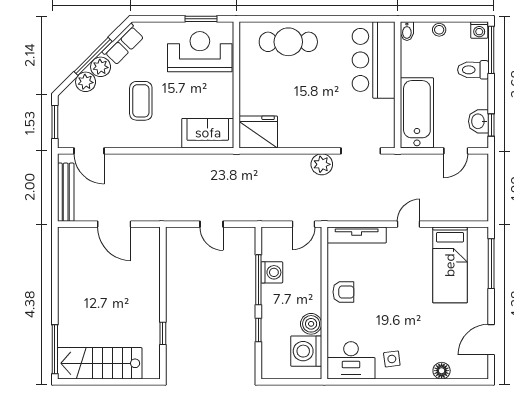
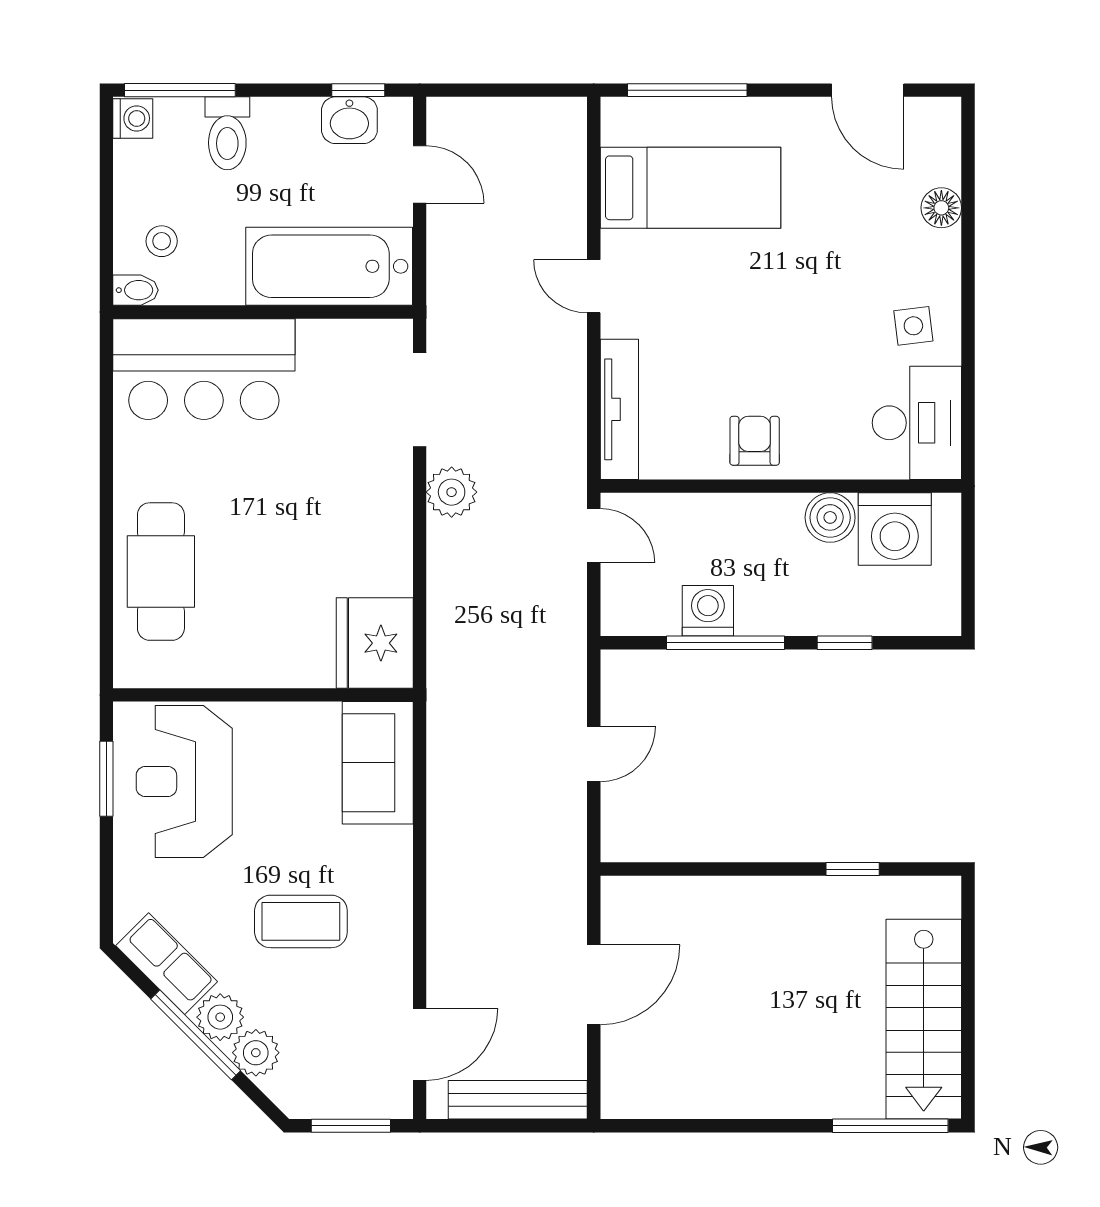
stool: (439, 30) -> (162, 241), moved

